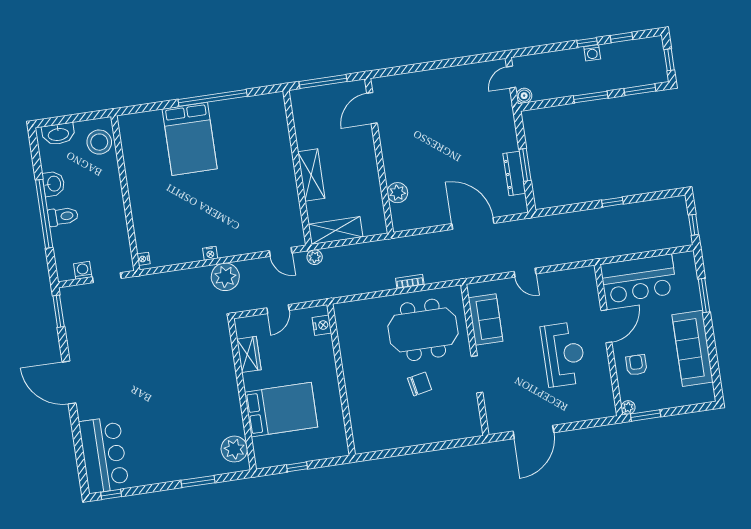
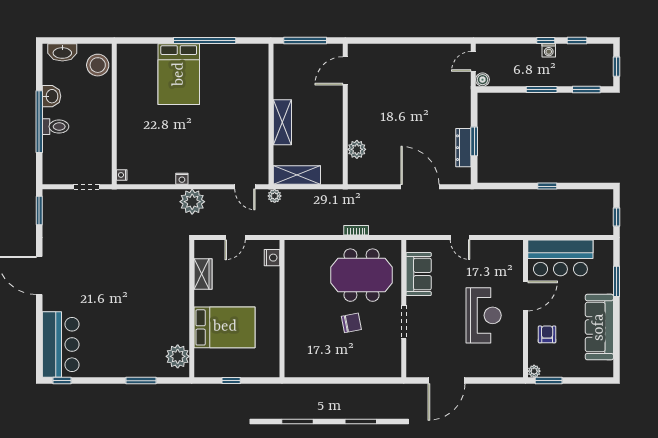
washing machine: (83, 270) -> (66, 177), removed

